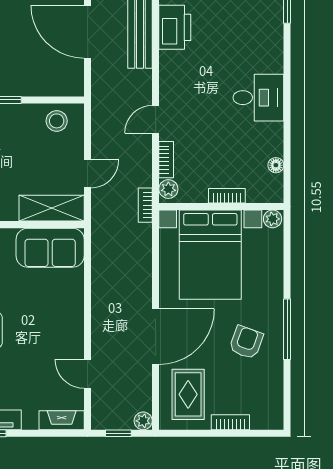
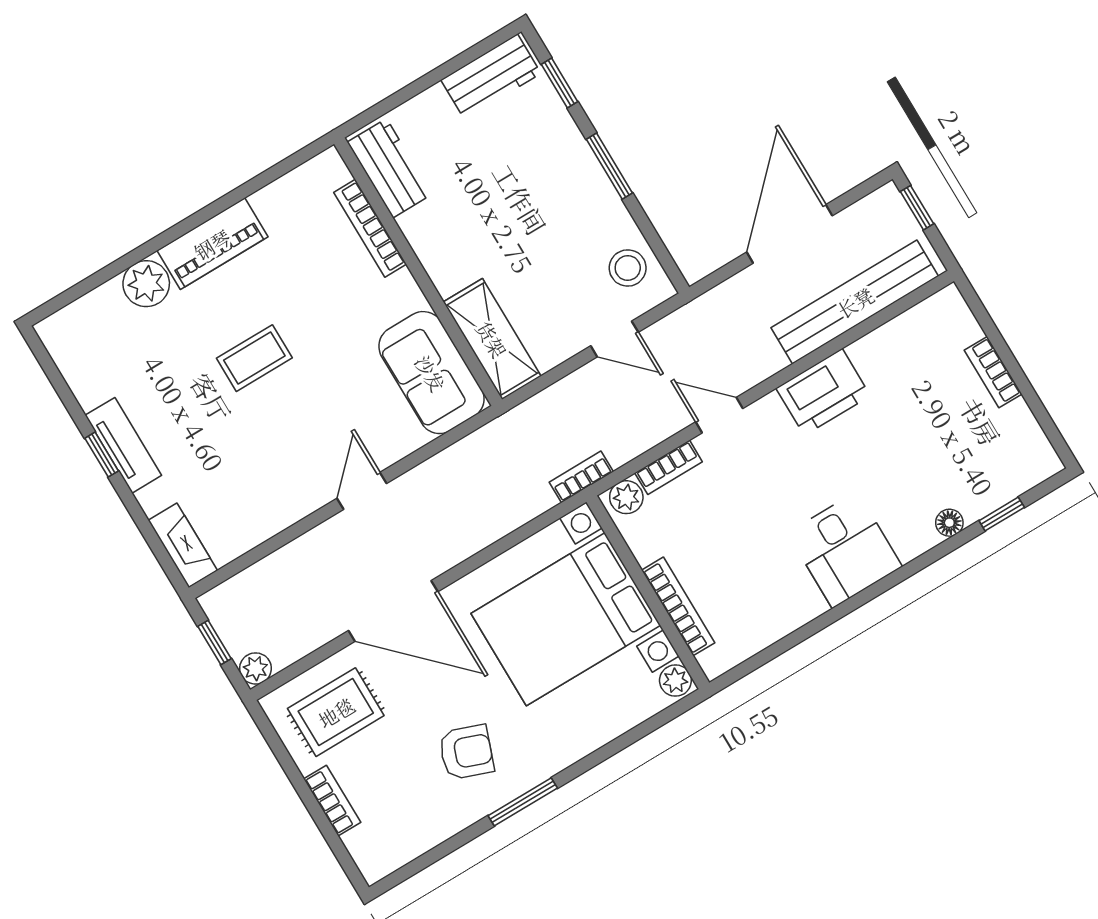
printer: (175, 27) -> (823, 392), moved
floor lamp: (276, 165) -> (949, 523), moved
door: (88, 174) -> (614, 339), moved
bookcase: (227, 196) -> (678, 606), width x1.56
window: (287, 329) -> (523, 802), width x0.69
door: (88, 374) -> (362, 491), moved

